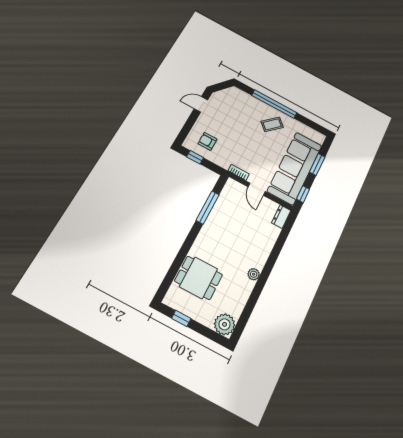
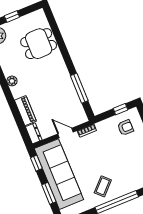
piano: (269, 240) -> (25, 111), added
window: (181, 318) -> (12, 17), moved

